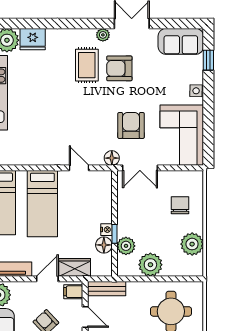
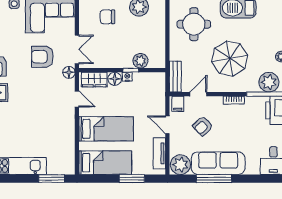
door: (79, 168) -> (77, 99), swing flipped
floor lamp: (104, 245) -> (115, 79), moved
plant: (150, 265) -> (156, 41), removed
wardrobe: (75, 267) -> (94, 80), moved, turned -90

